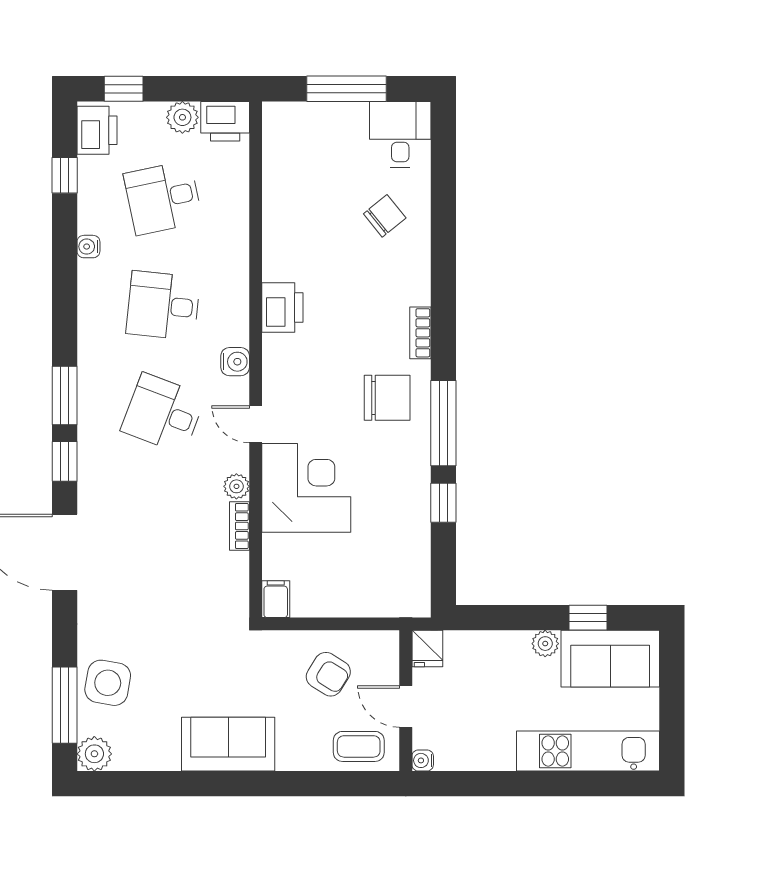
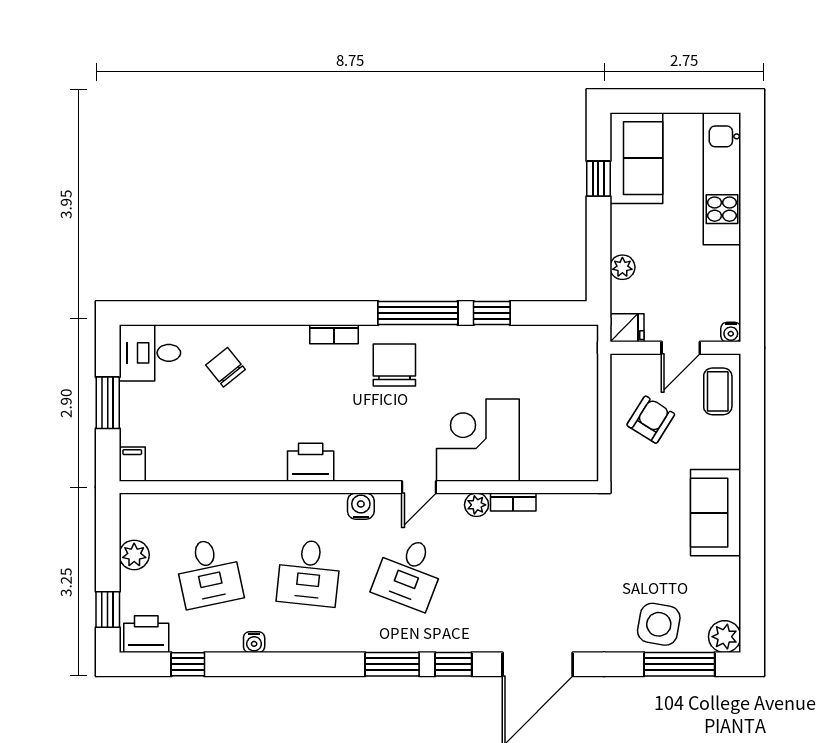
window: (346, 89) -> (108, 403), width x0.69
printer: (225, 121) -> (138, 515), removed
filing cabinet: (276, 599) -> (132, 464), moved, turned 90
plant: (545, 644) -> (622, 267), moved

